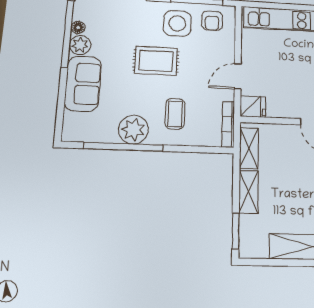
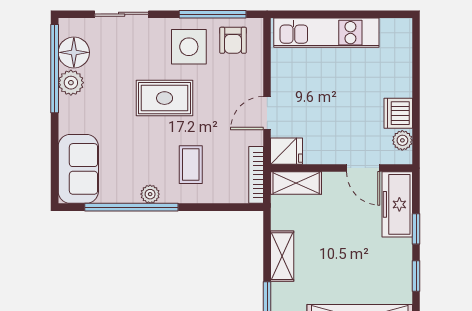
floor lamp: (78, 27) -> (74, 52), width x1.89, depth x1.89
sofa: (83, 84) -> (78, 169), moved
plant: (133, 130) -> (150, 194), width x0.53, depth x0.53
shelving: (249, 148) -> (296, 183), moved, turned 90

